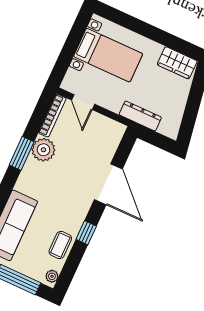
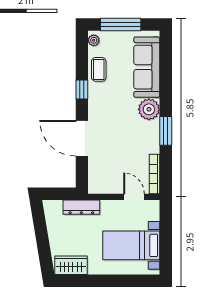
plant: (43, 150) -> (149, 109), moved

